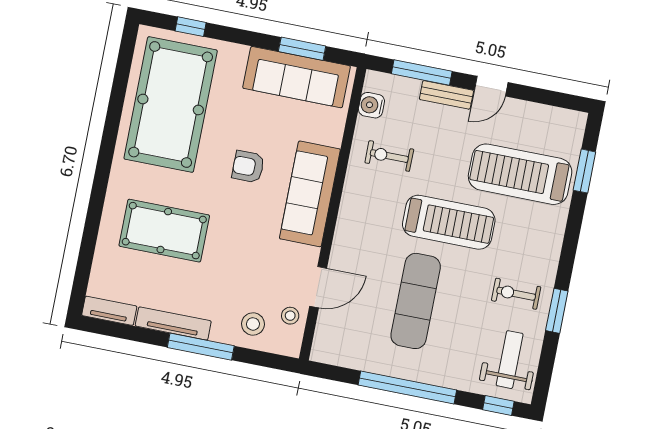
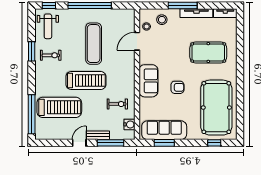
window: (584, 171) -> (32, 114), width x2.11
sofa: (310, 194) -> (148, 81), width x0.73
treadmill: (449, 222) -> (86, 80), turned 180

